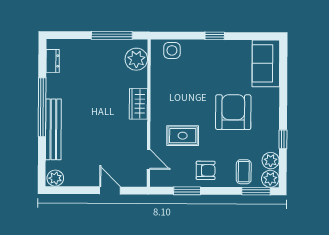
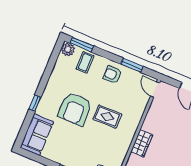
rug: (183, 136) -> (107, 117), moved
window: (283, 139) -> (35, 103), moved
door: (148, 159) -> (155, 90), moved
plant: (271, 161) -> (62, 63), removed

